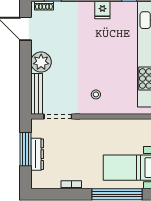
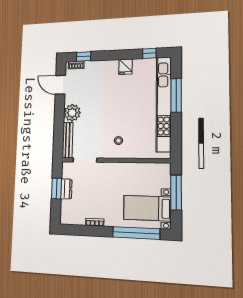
window: (25, 149) -> (56, 189), width x0.69
dresser: (37, 154) -> (66, 189), width x0.70

